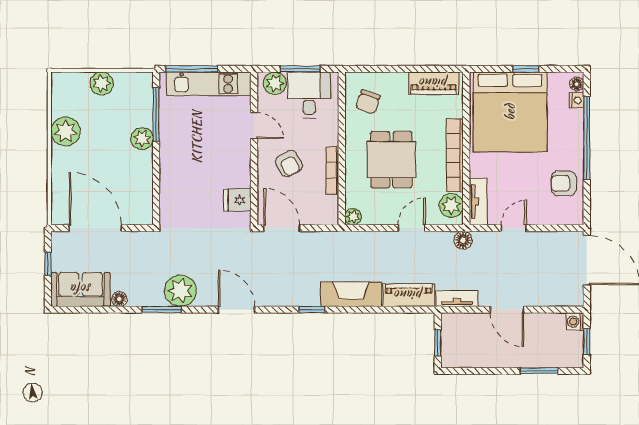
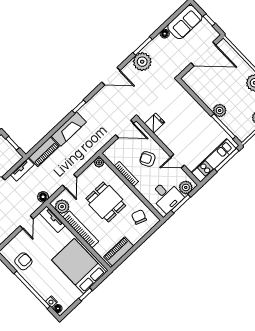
bed: (510, 112) -> (79, 266), width x0.73

